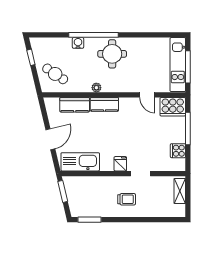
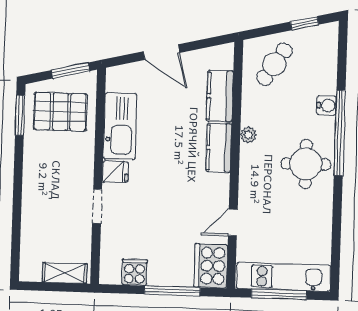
kitchen sink: (80, 162) -> (120, 126), moved
pallet: (87, 196) -> (60, 112), added
trolley: (127, 199) -> (53, 180), removed

